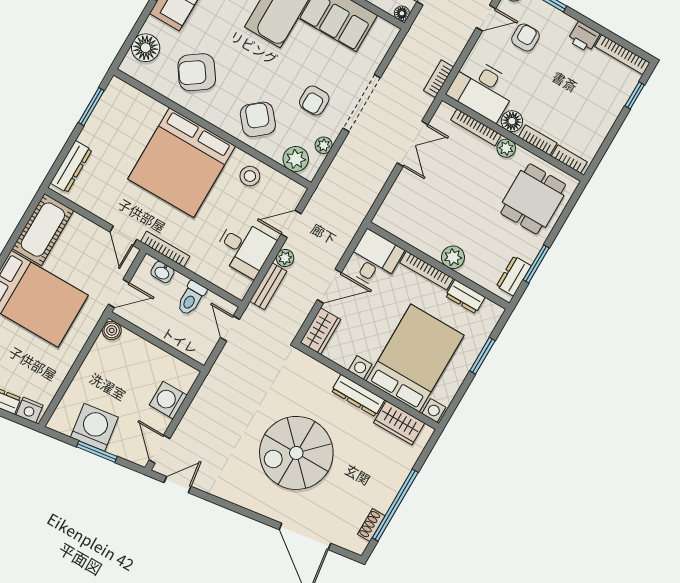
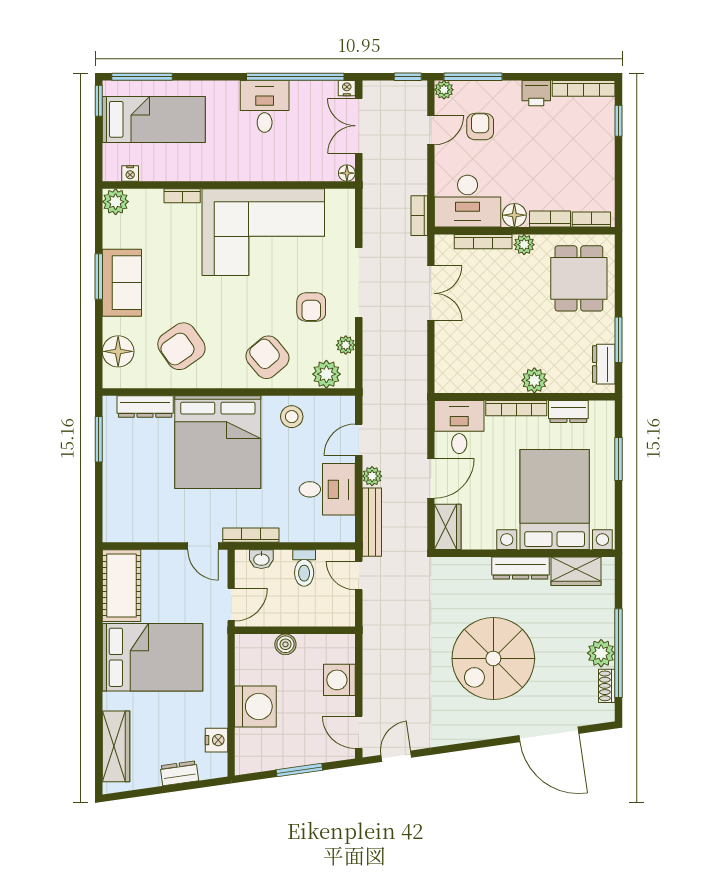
dresser: (71, 167) -> (145, 406), moved, turned 90
bench: (268, 286) -> (372, 522), width x1.36
boiler: (112, 330) -> (285, 644), moved
nightstand: (30, 410) -> (217, 740), moved, turned -82
washing machine: (94, 427) -> (255, 706), moved, turned 98
plant: (382, 497) -> (601, 653), added

